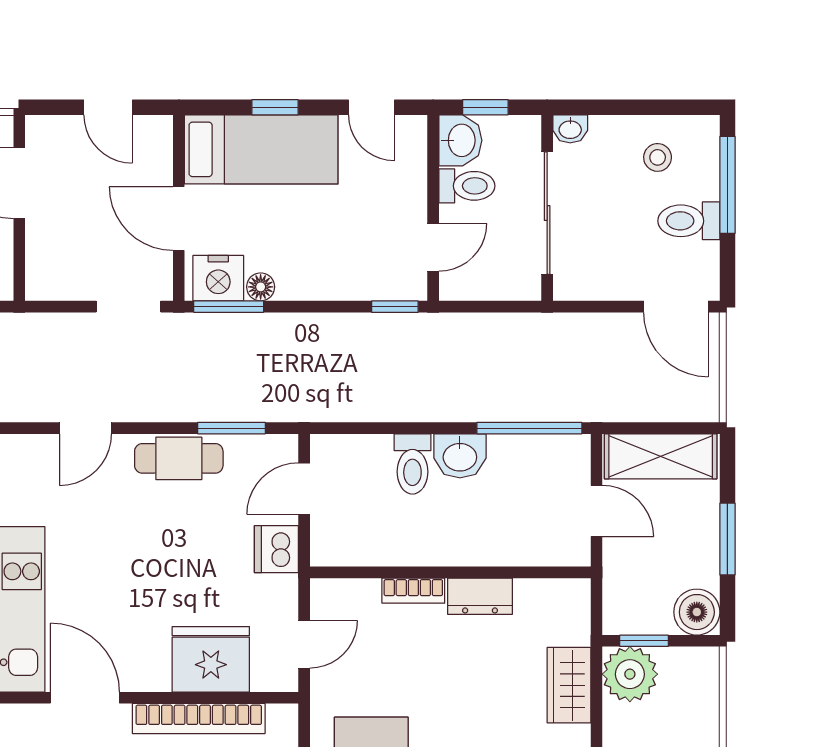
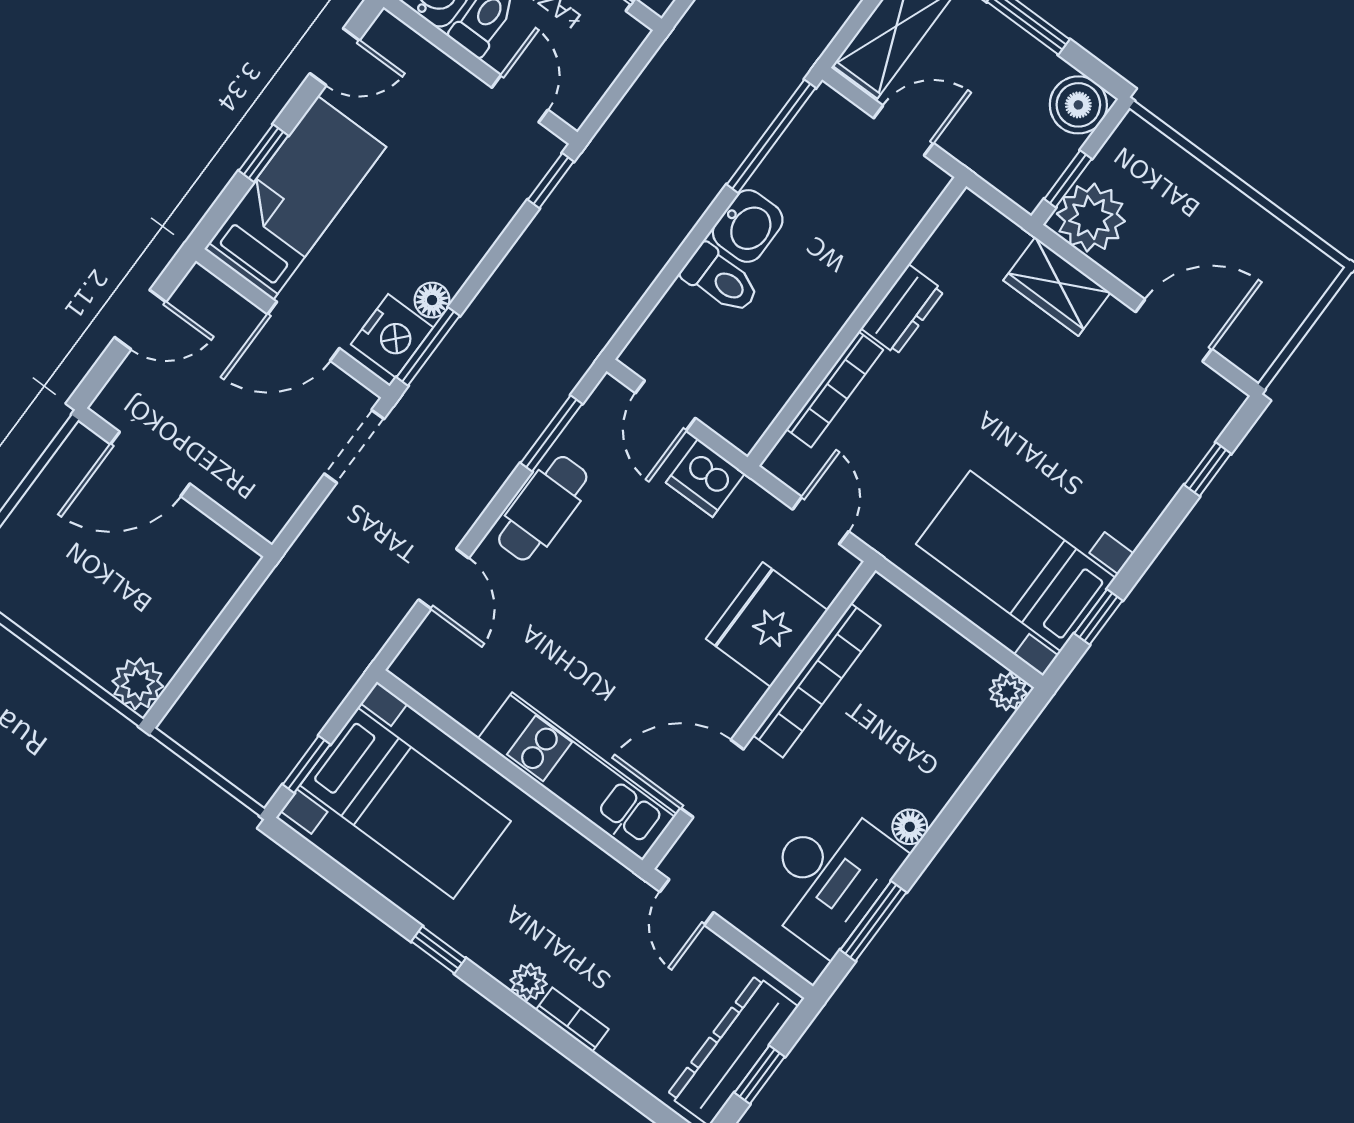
bookcase: (413, 591) -> (835, 390), width x1.56

